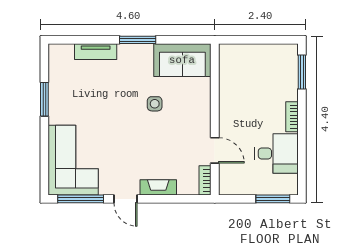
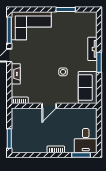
tv unit: (96, 52) -> (92, 49), moved
door: (215, 150) -> (49, 106), moved
desk: (276, 153) -> (86, 141), moved

